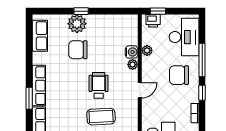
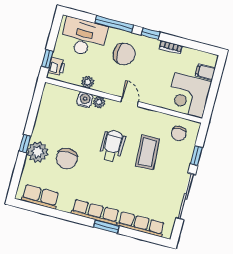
chair: (179, 75) -> (124, 54), turned -90
wheelchair: (99, 85) -> (112, 146), turned 90

